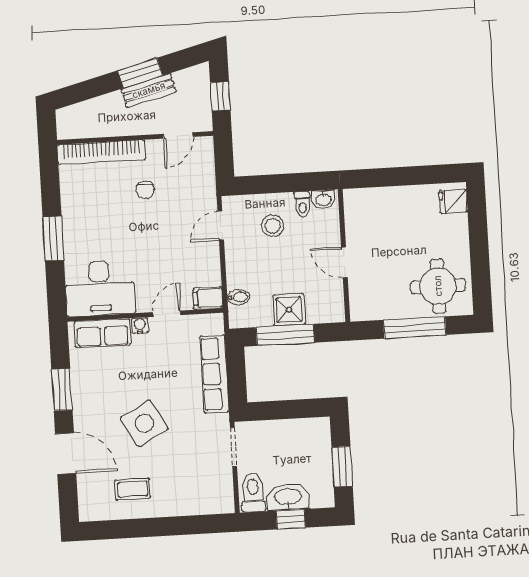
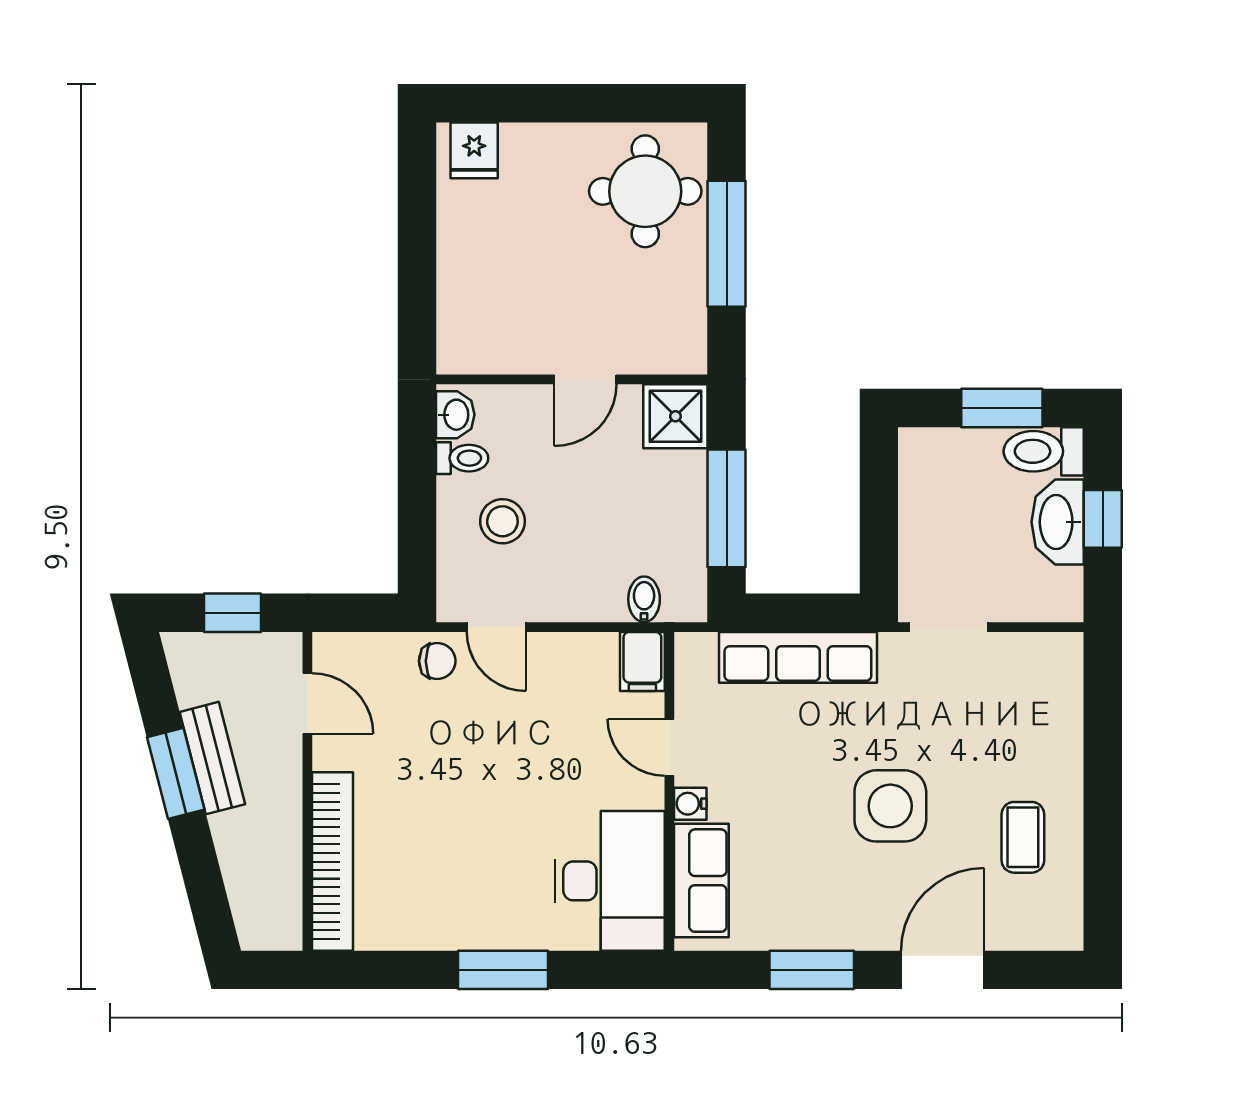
chair: (145, 190) -> (437, 661), moved
shower: (289, 310) -> (675, 416), moved
side table: (144, 423) -> (890, 806), turned 30
toilet: (253, 492) -> (1044, 451), moved

